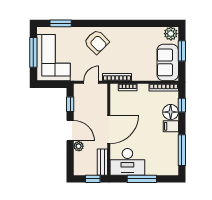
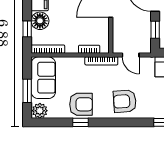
window: (135, 23) -> (80, 122), added
armchair: (135, 39) -> (81, 104), added
armchair: (97, 42) -> (125, 101), turned -49
door: (91, 82) -> (131, 55), hinge flipped

